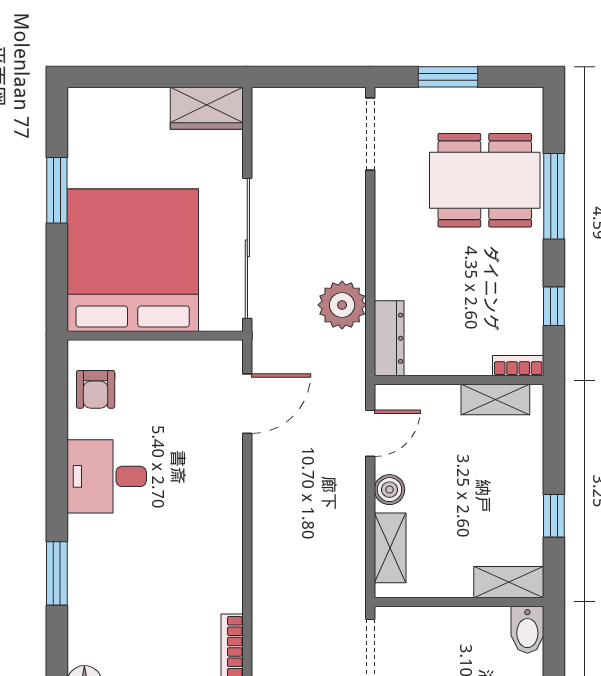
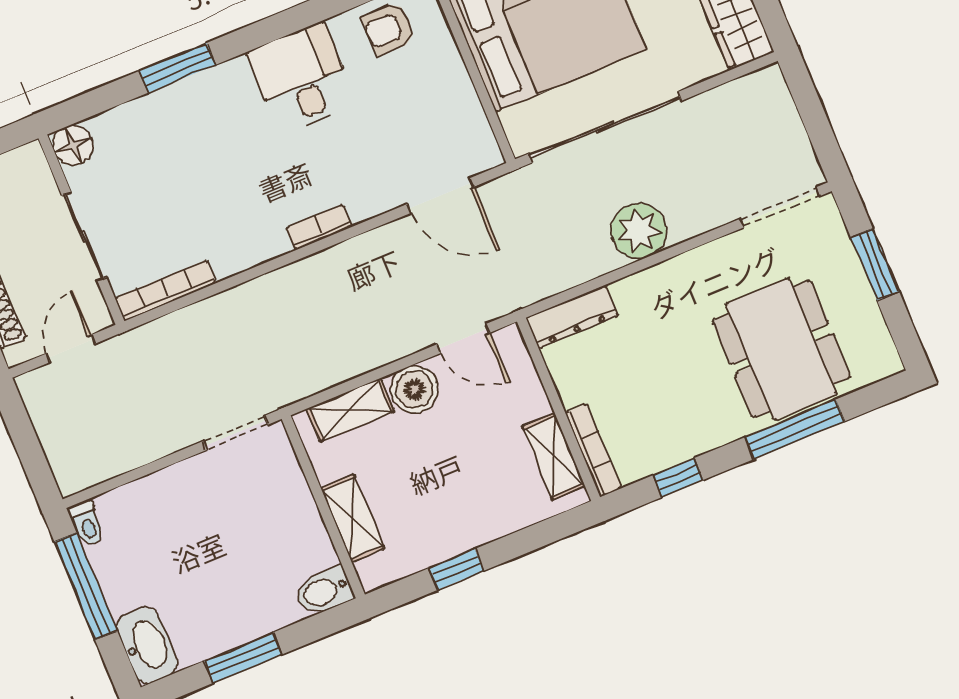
plant: (342, 305) -> (639, 231), moved
bookcase: (518, 366) -> (593, 451), width x1.56
boiler: (389, 490) -> (414, 390), width x1.36, depth x1.36
bookcase: (232, 512) -> (319, 227), added
shelving: (509, 582) -> (353, 518), moved

